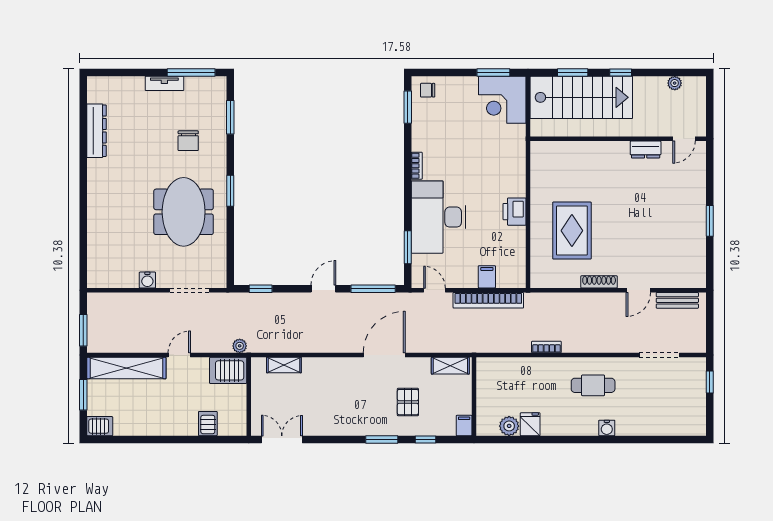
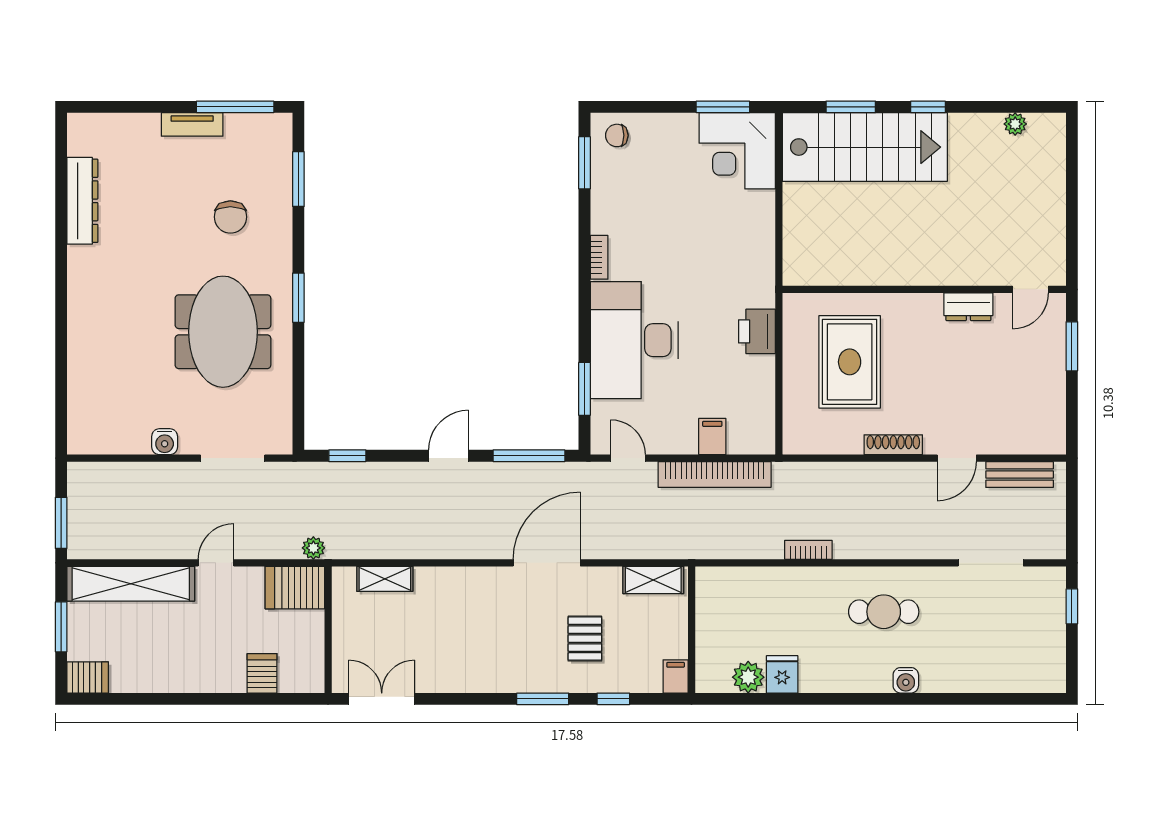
wall: (618, 139) -> (924, 289), moved
door: (684, 139) -> (1030, 289), moved
dresser: (646, 149) -> (968, 307), moved

